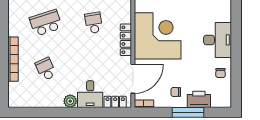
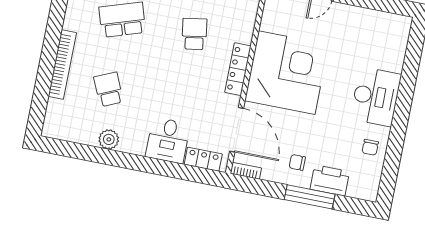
door: (133, 79) -> (237, 130), hinge flipped
plant: (70, 101) -> (109, 139), moved

